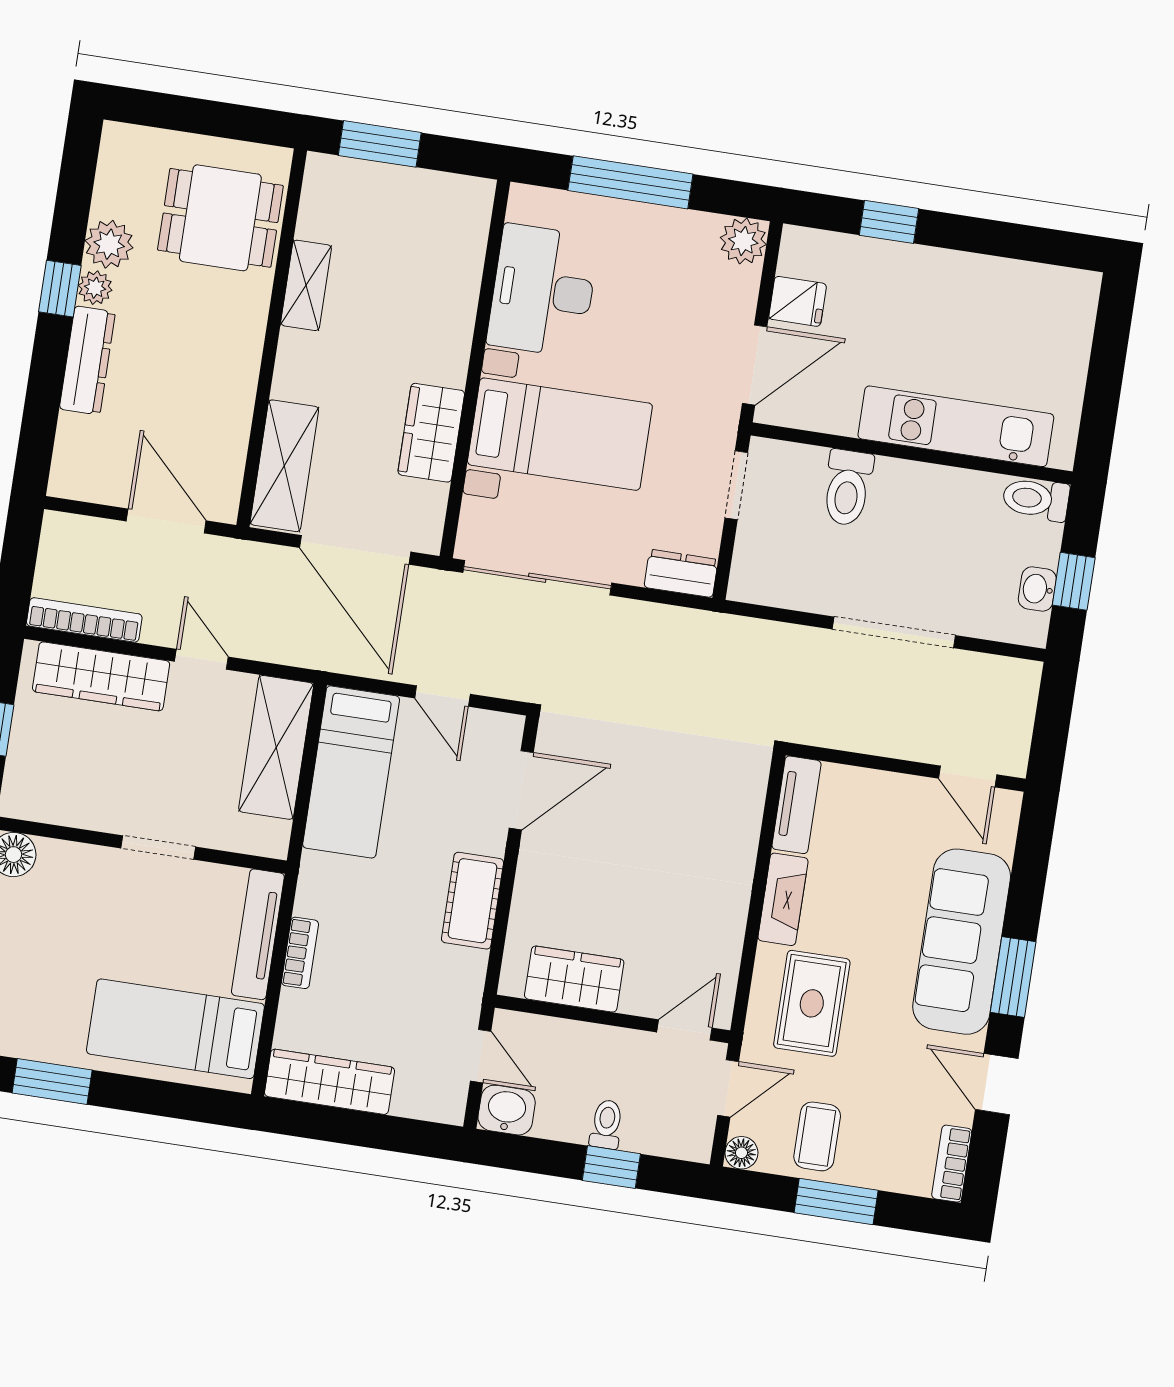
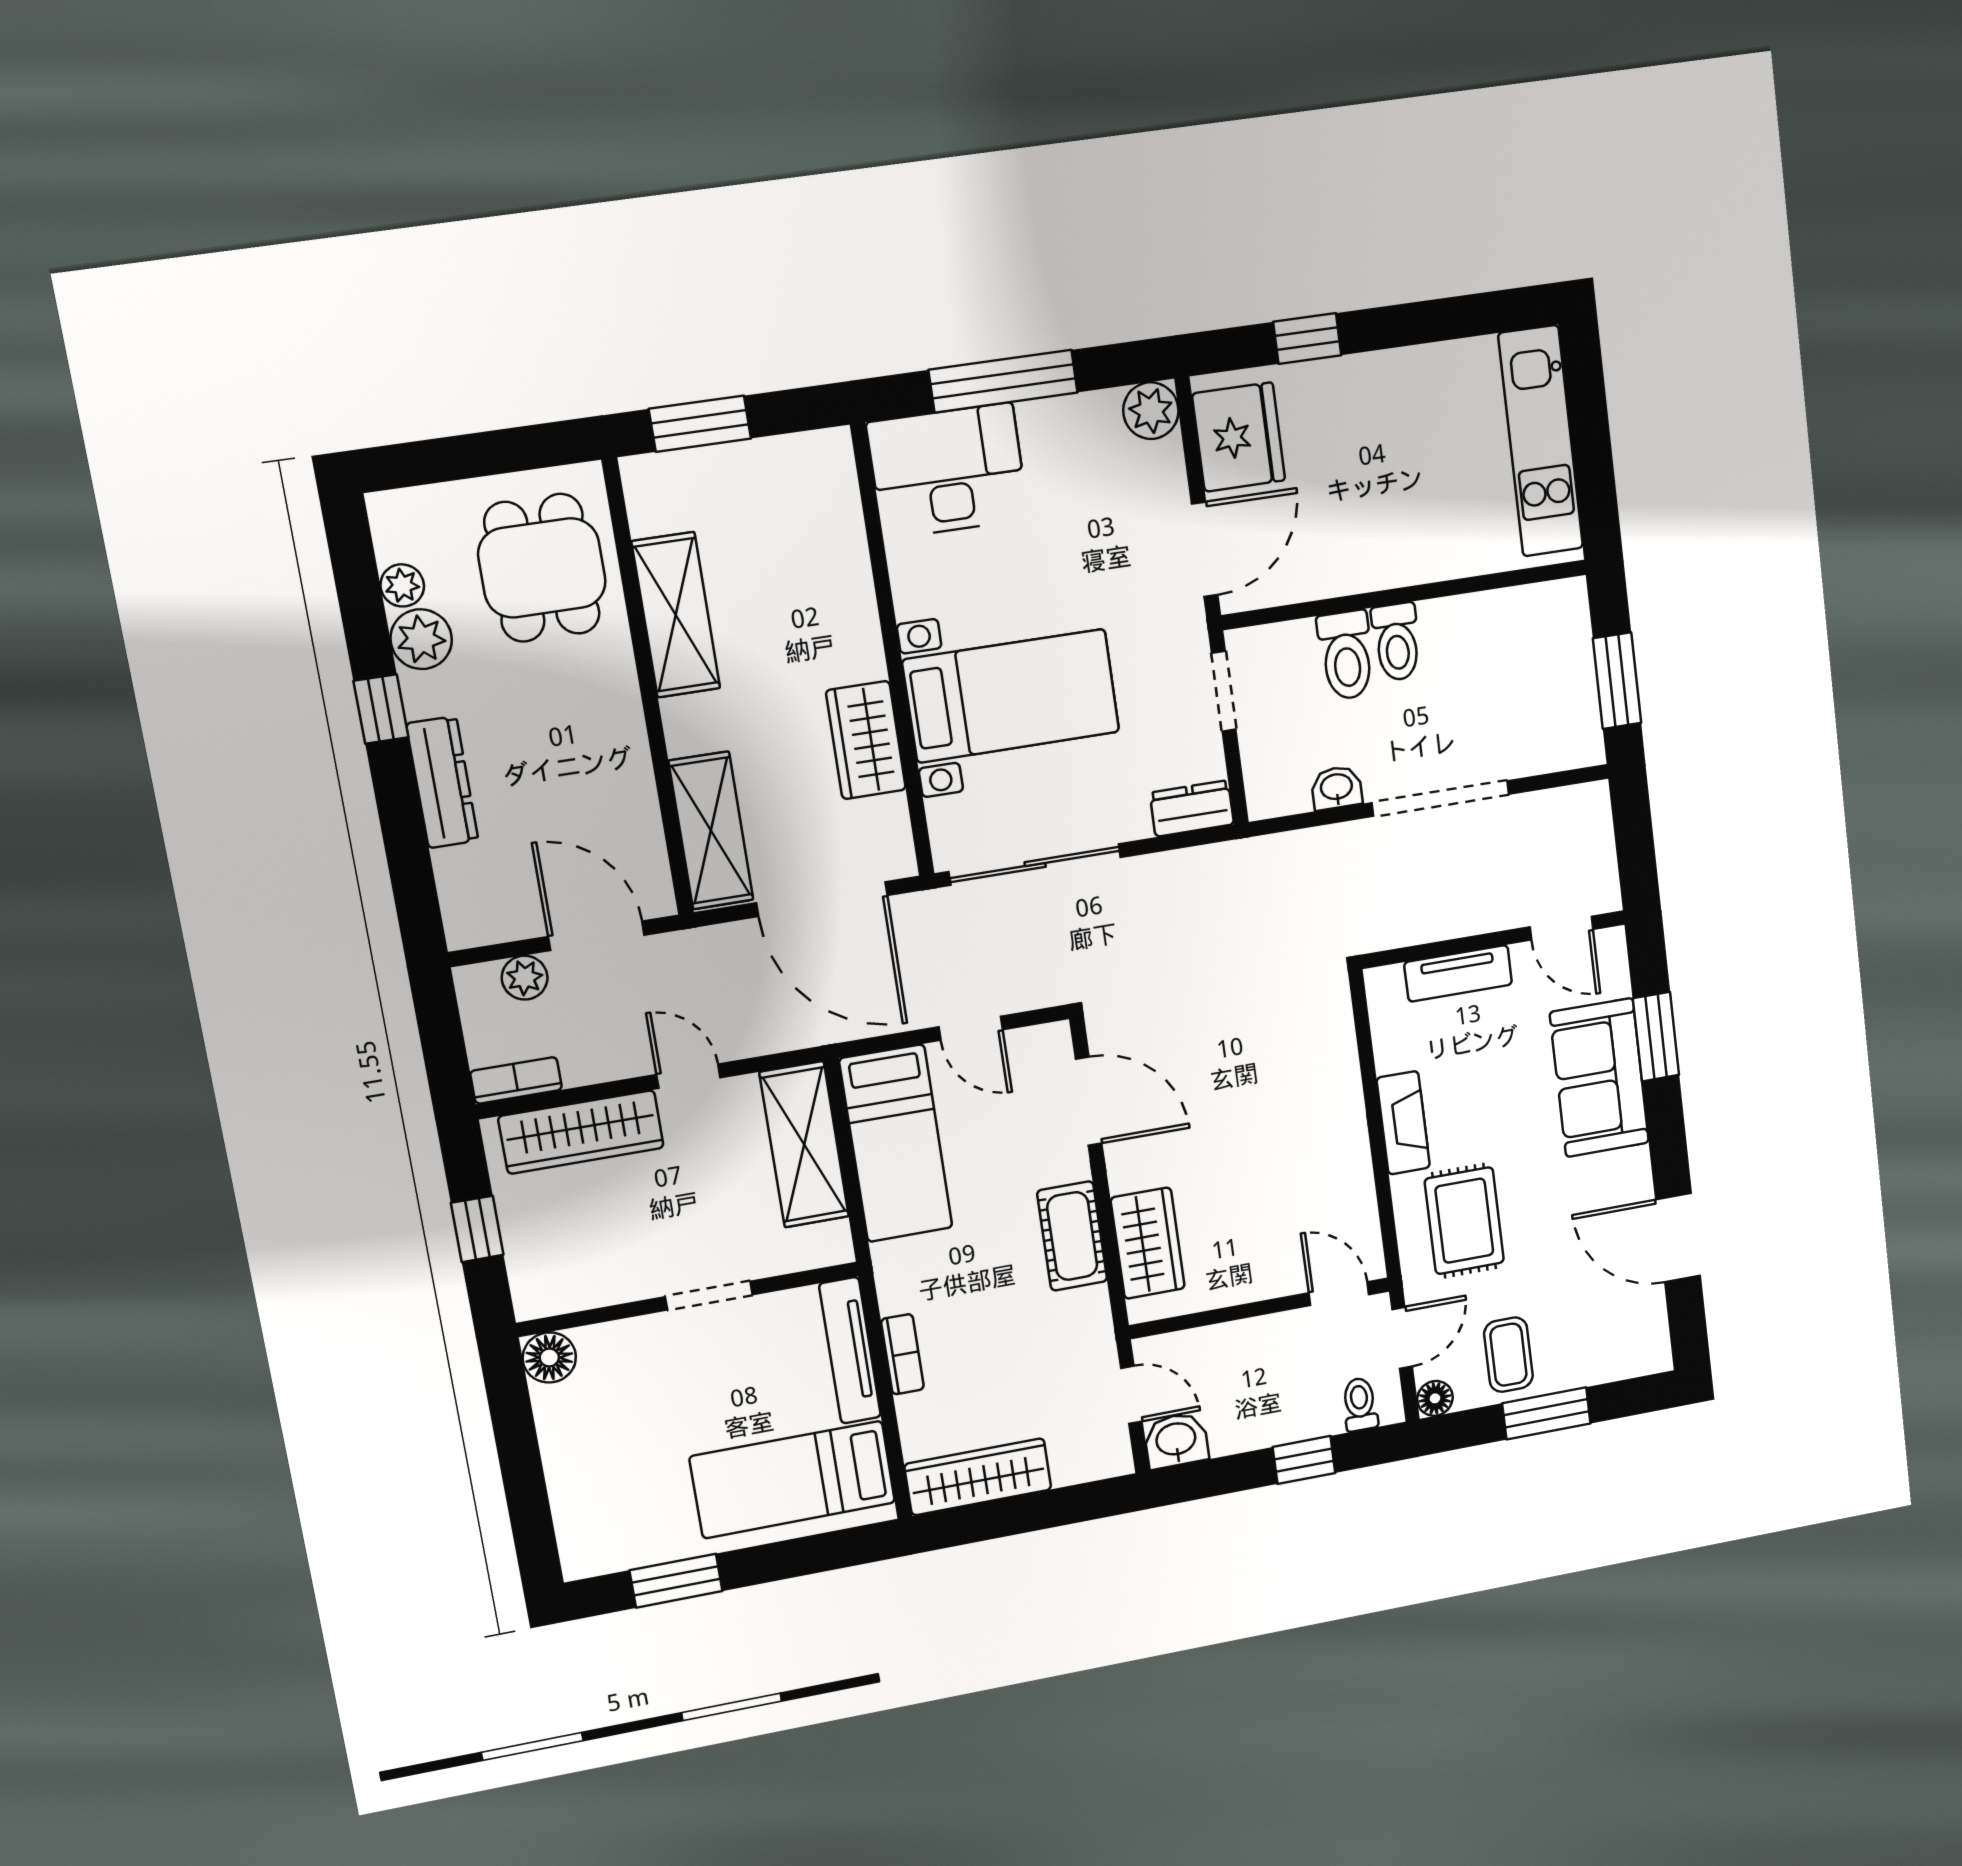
dining table: (220, 218) -> (542, 568), turned 90
shelving: (306, 285) -> (676, 615), width x1.50, depth x1.33
plant: (95, 288) -> (402, 585), moved
desk: (543, 291) -> (948, 471), moved, turned 90
fridge: (798, 301) -> (1239, 437), width x1.88, depth x1.34
kitchen unit: (956, 426) -> (1541, 441), moved, turned -90
toilet: (1036, 499) -> (1397, 642), moved, turned -90
plant: (99, 536) -> (525, 978), added
window: (1074, 581) -> (1617, 681), width x1.50
washbasin: (1037, 589) -> (1337, 788), moved, turned 90
bookcase: (84, 620) -> (516, 1080), width x0.64
door: (521, 790) -> (1089, 1101), hinge flipped
tv unit: (796, 805) -> (1458, 973), moved, turned 90
sofa: (962, 942) -> (1599, 1078), width x0.73
window: (1013, 977) -> (1656, 1037), moved
wardrobe: (574, 979) -> (1148, 1243), moved, turned 90
door: (684, 1030) -> (1339, 1294), hinge flipped
door: (997, 1084) -> (1678, 1238), width x1.38
toilet: (606, 1124) -> (1360, 1404), moved
bookcase: (952, 1164) -> (1654, 1334), removed

